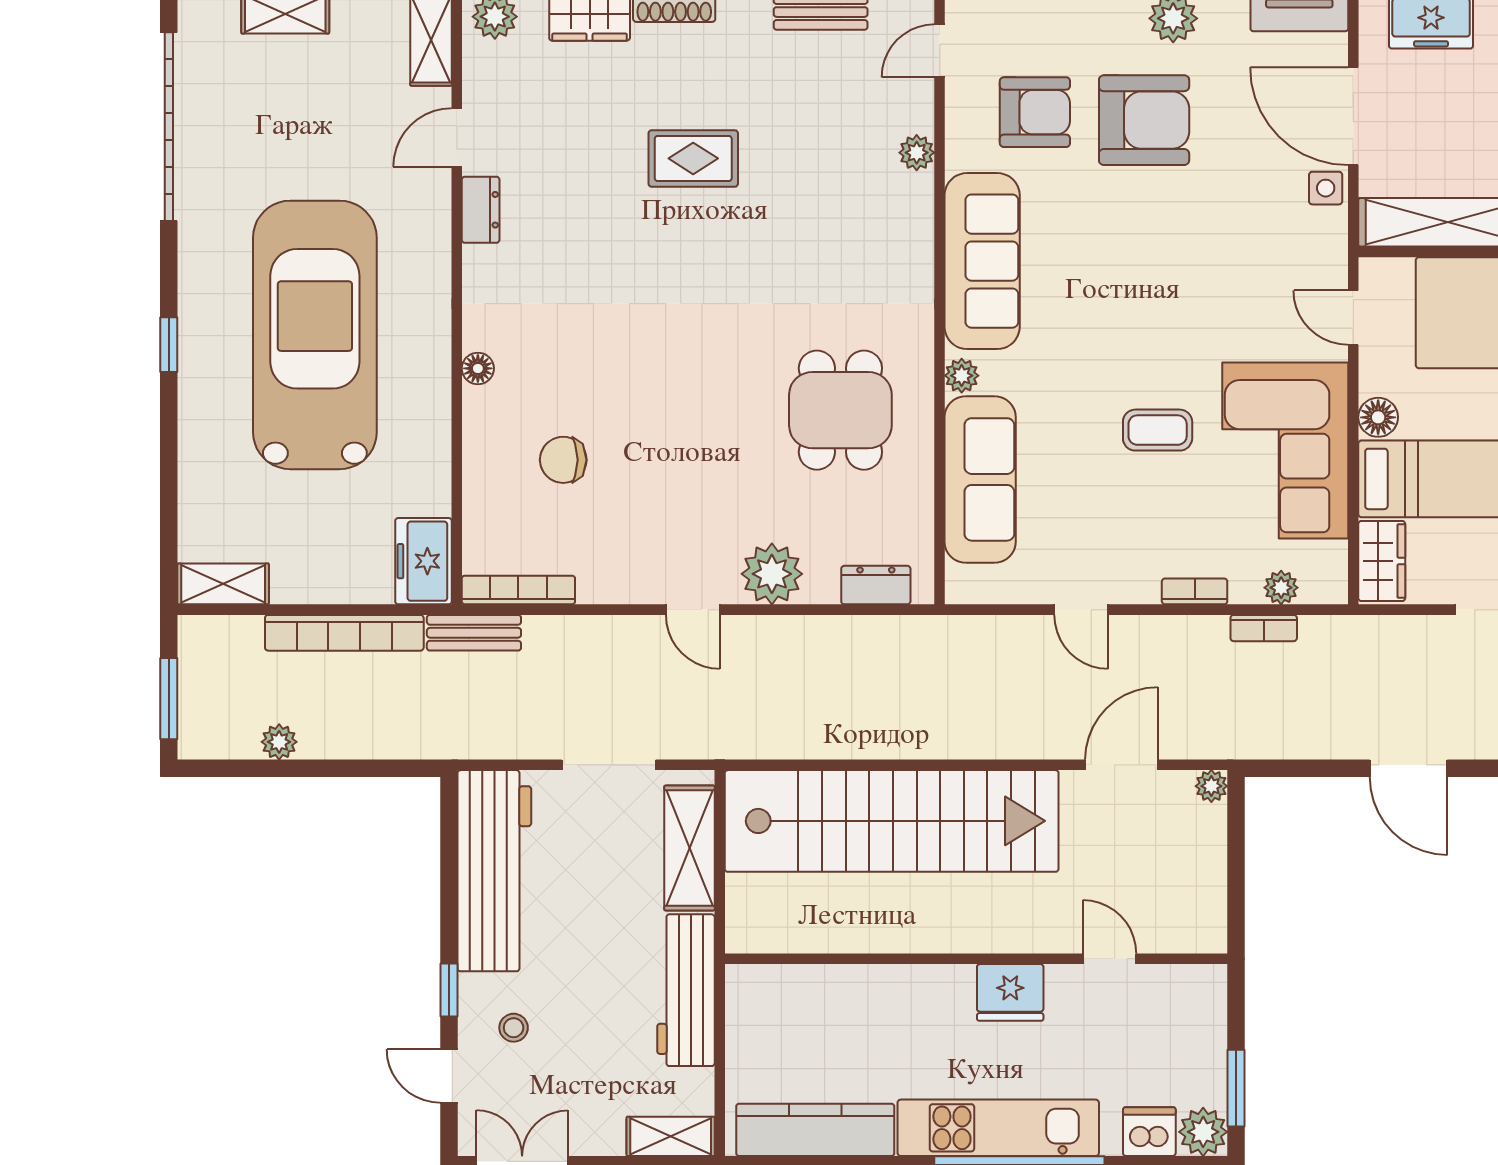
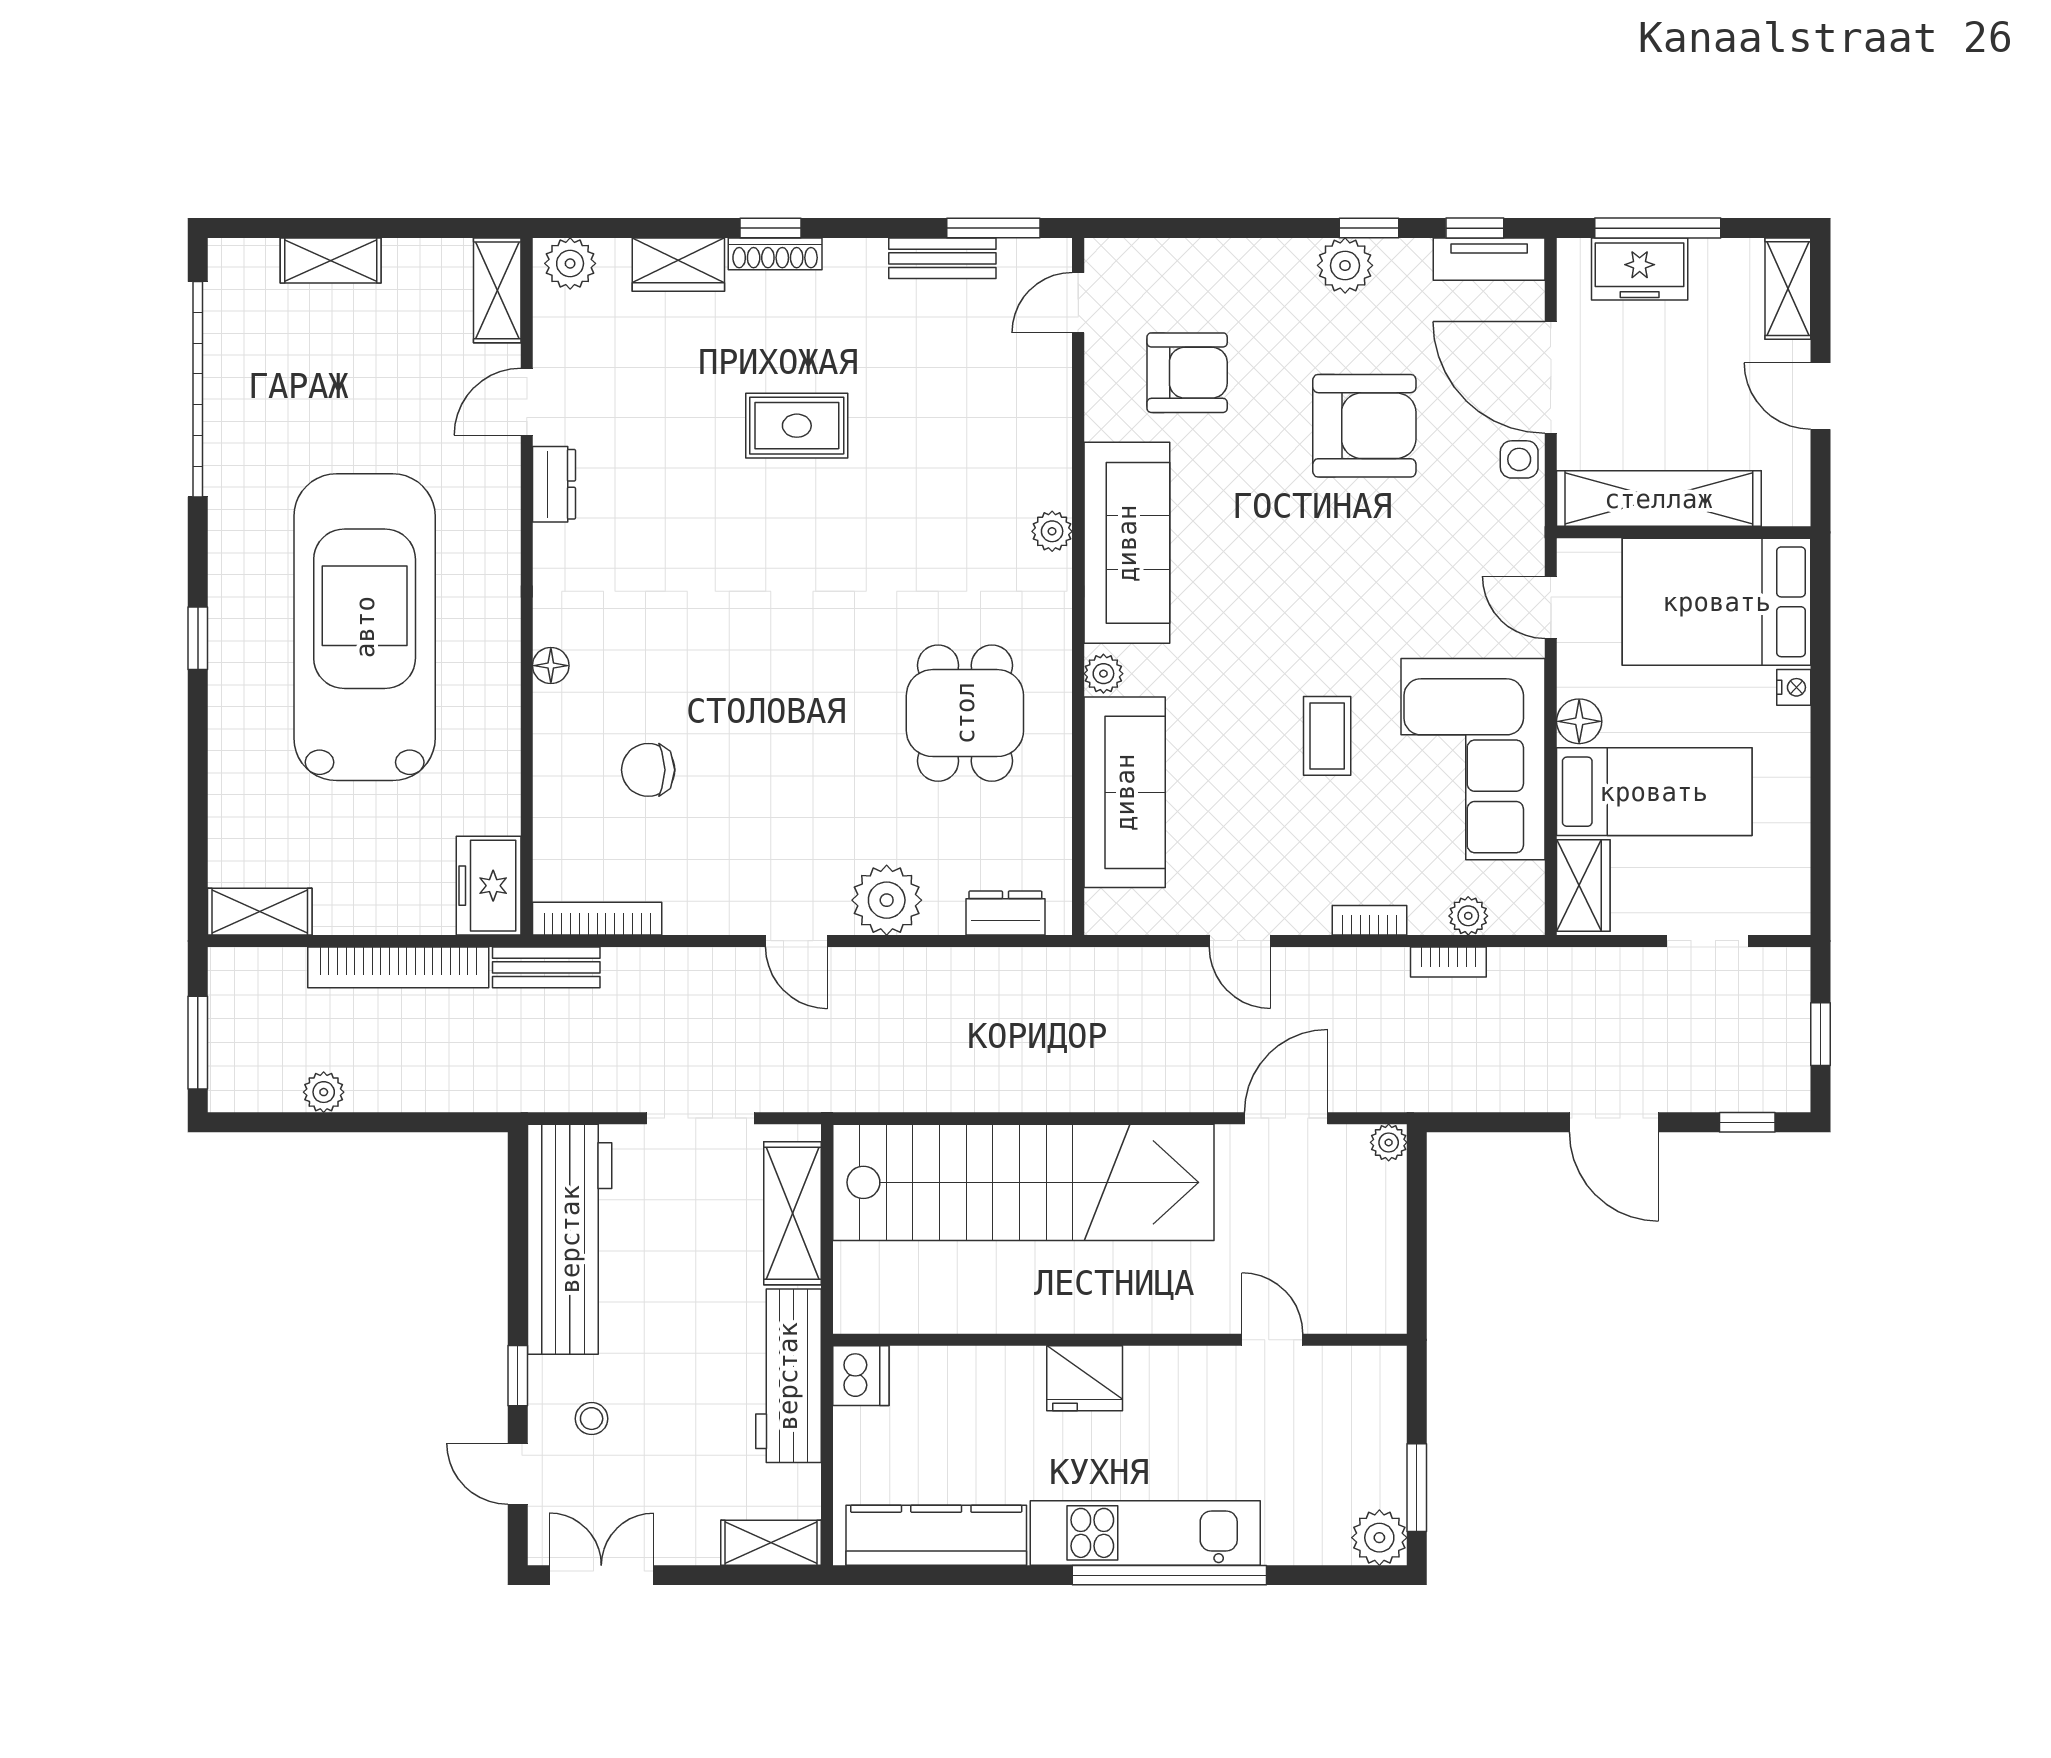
armchair: (1144, 120) -> (1364, 426), moved
plant: (917, 153) -> (1052, 531), moved
coffee table: (1158, 430) -> (1327, 736), turned 90
fridge: (1010, 992) -> (1085, 1378), moved
dishwasher: (1149, 1132) -> (861, 1376), moved, turned 90

